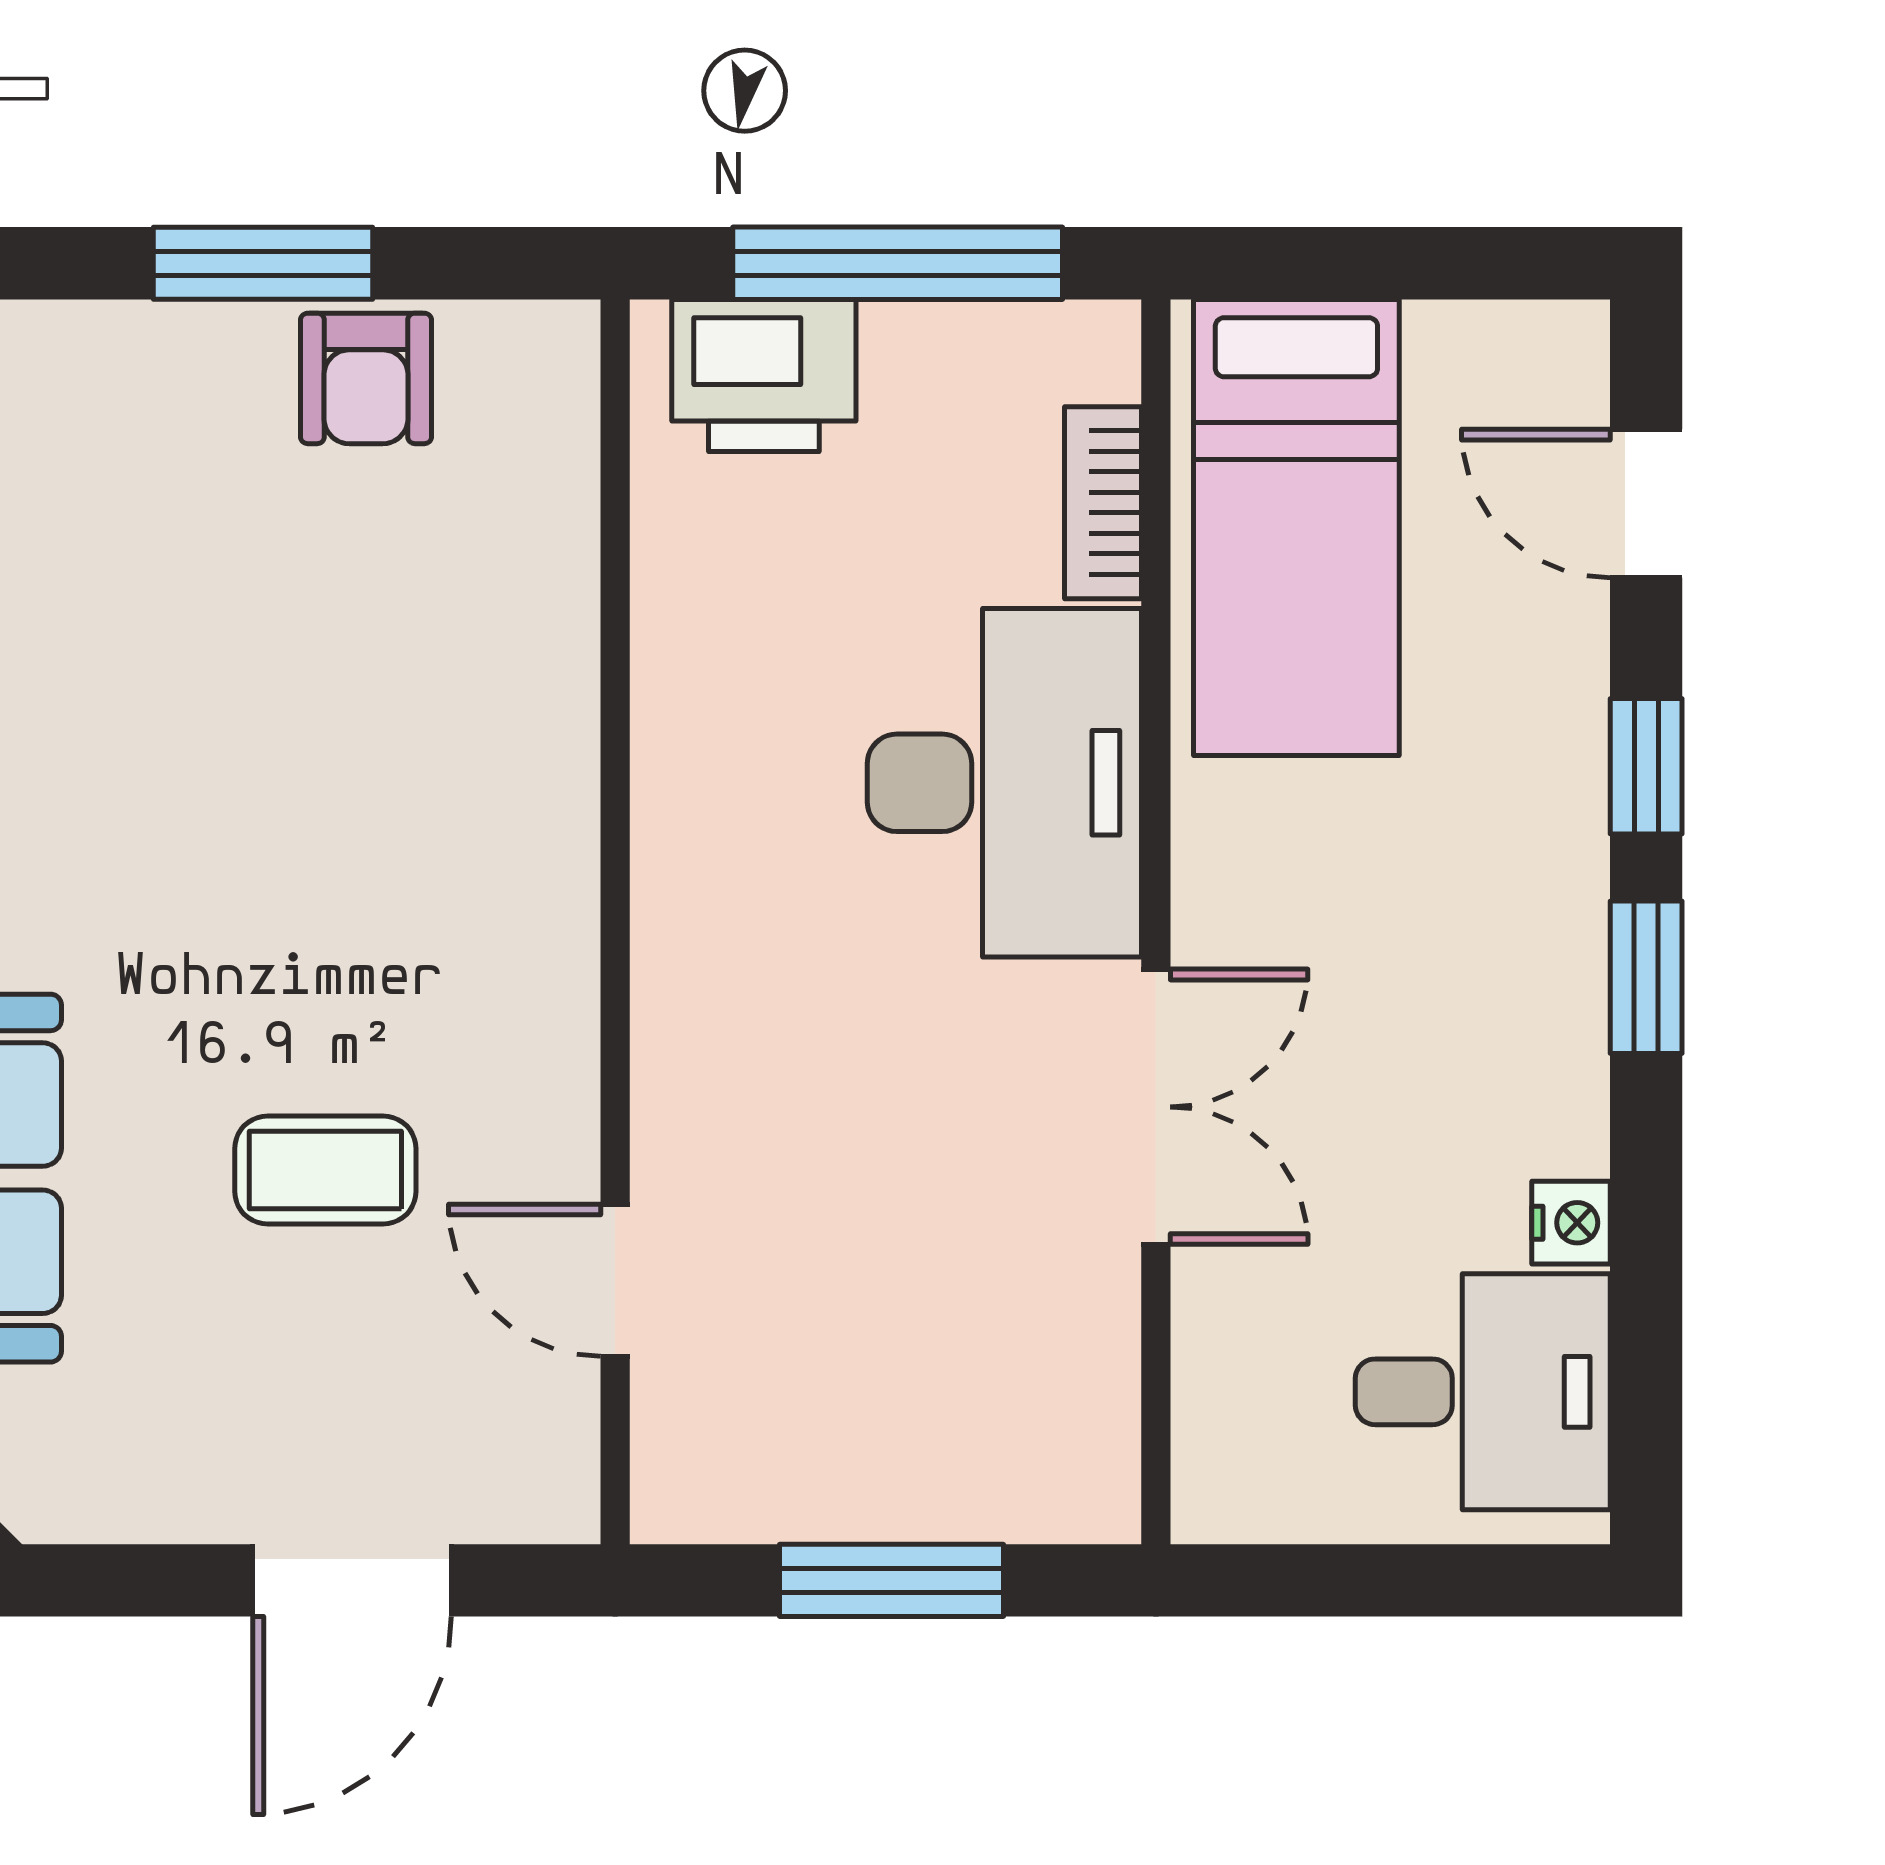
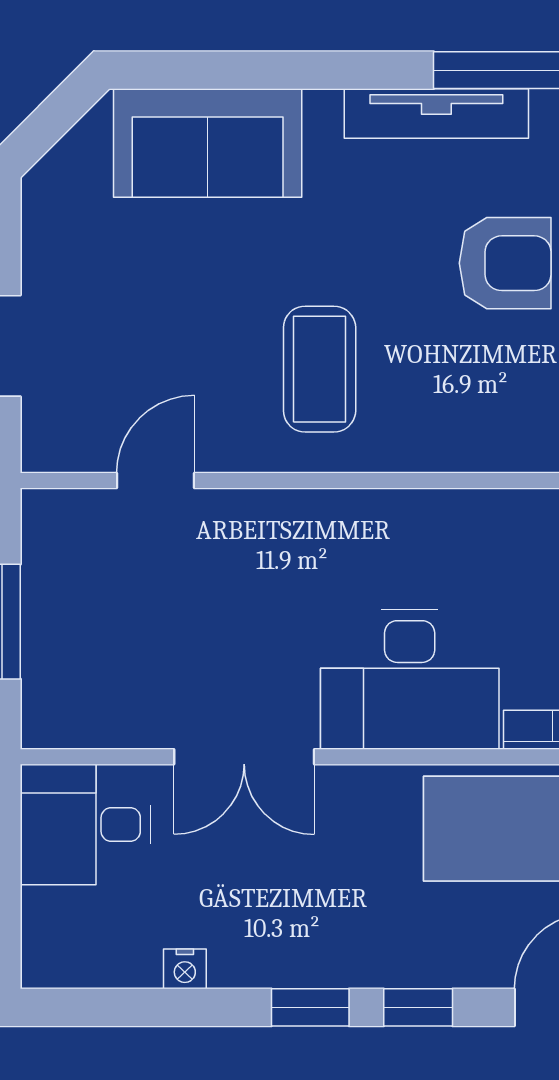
armchair: (190, 596) -> (505, 263), added
coffee table: (325, 1170) -> (320, 369), moved, width x1.36, depth x1.30
desk: (1483, 1392) -> (86, 824), moved, turned 90

